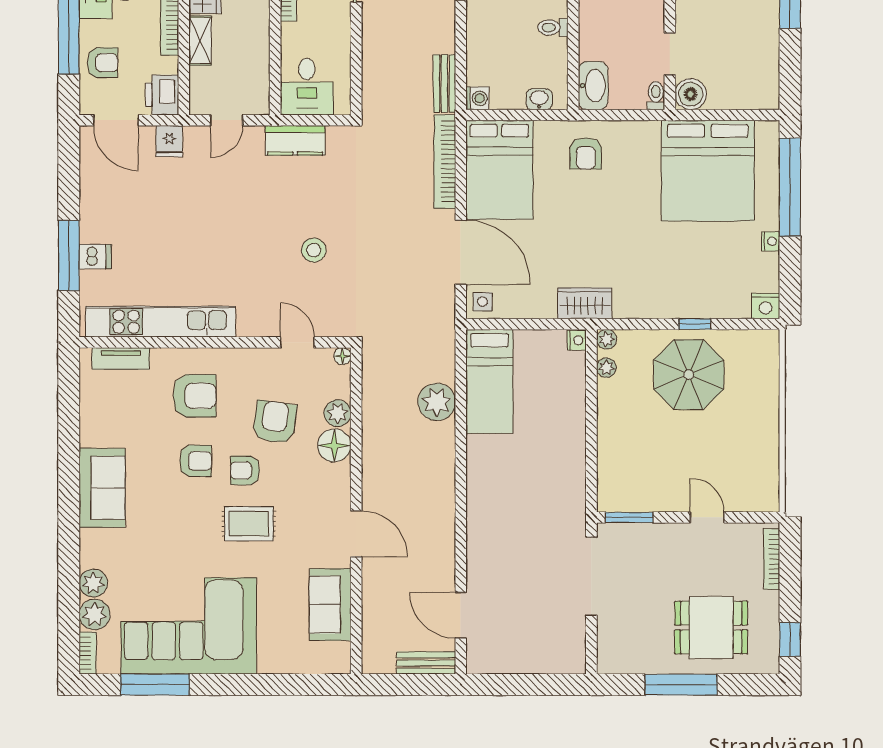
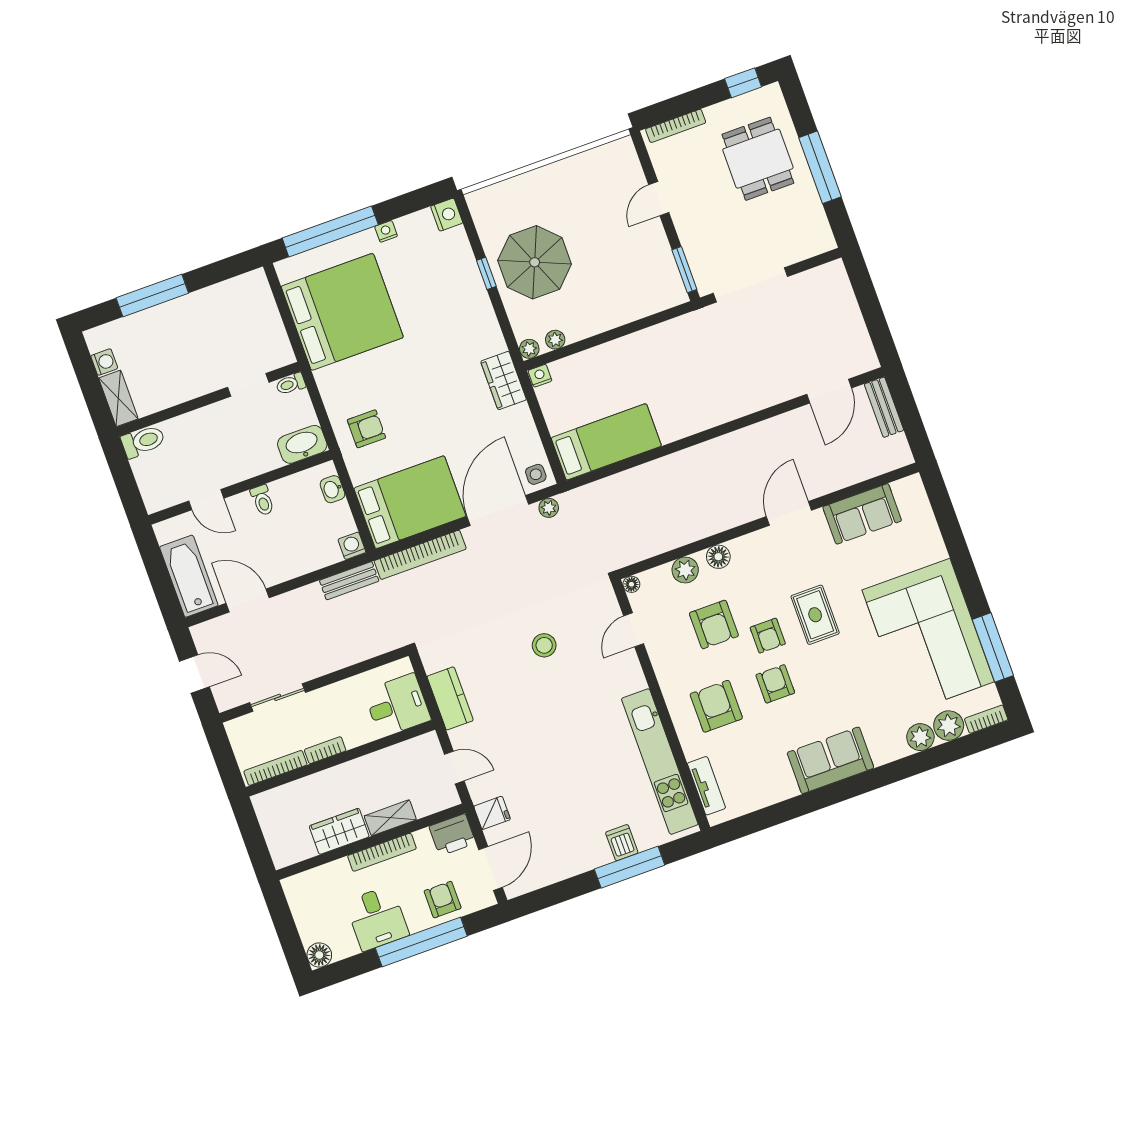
boiler: (691, 94) -> (278, 353), removed
plant: (437, 402) -> (549, 508), moved, width x0.53, depth x0.53
armchair: (275, 422) -> (714, 624), turned -98
floor lamp: (334, 445) -> (718, 557), width x0.73, depth x0.73

